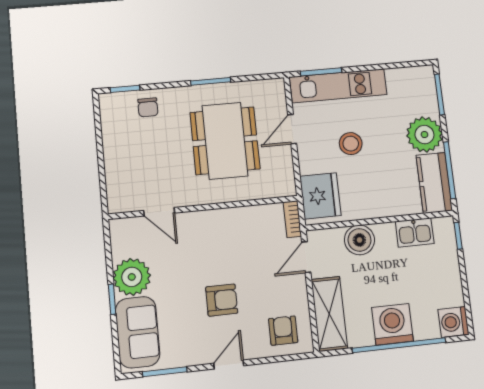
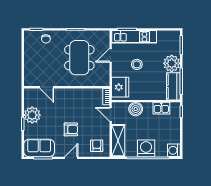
door: (306, 257) -> (111, 114), hinge flipped
sofa: (138, 332) -> (39, 148), moved, turned -90

